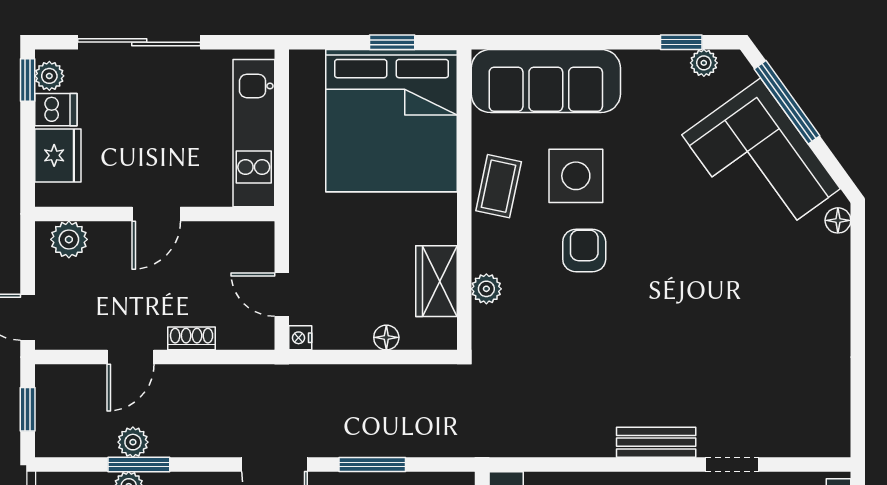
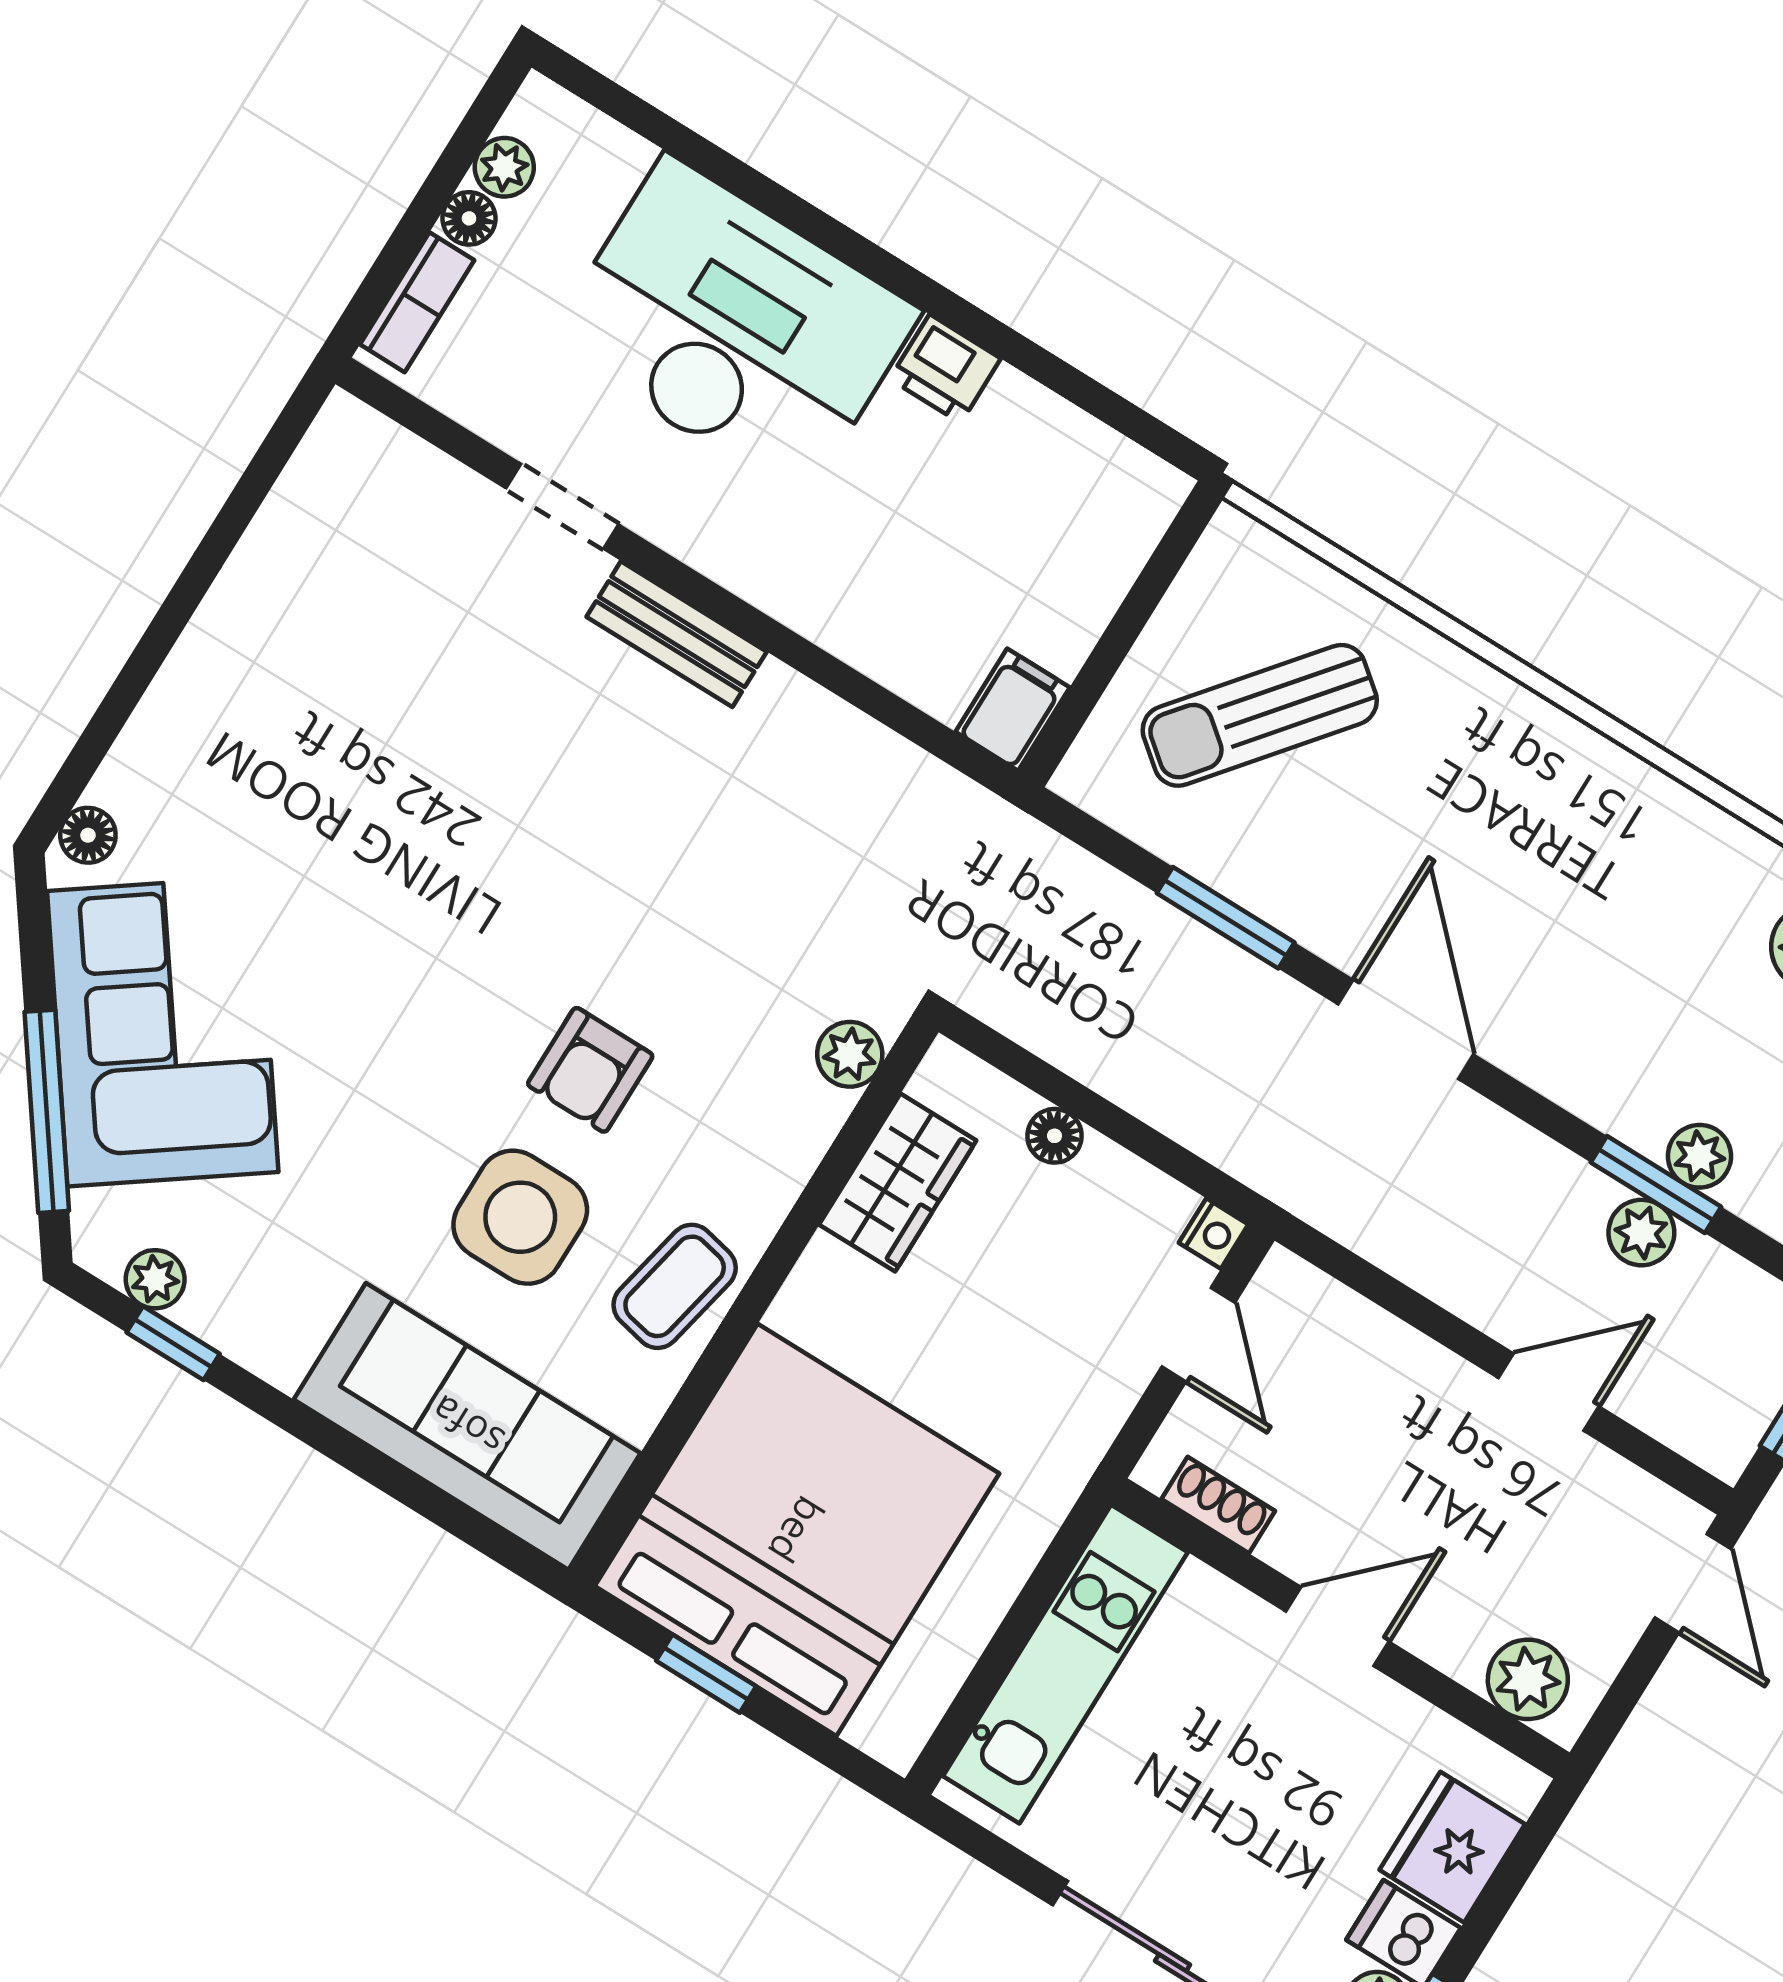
plant: (486, 289) -> (850, 1054), moved
shoe rack: (192, 338) -> (1218, 1505), moved, turned 180

